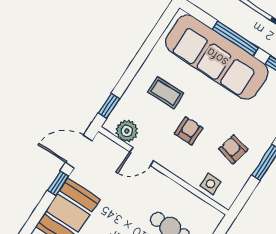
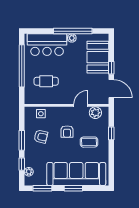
window: (235, 38) -> (73, 188), width x0.69
window: (109, 106) -> (111, 133), moved
door: (79, 152) -> (111, 89), hinge flipped

